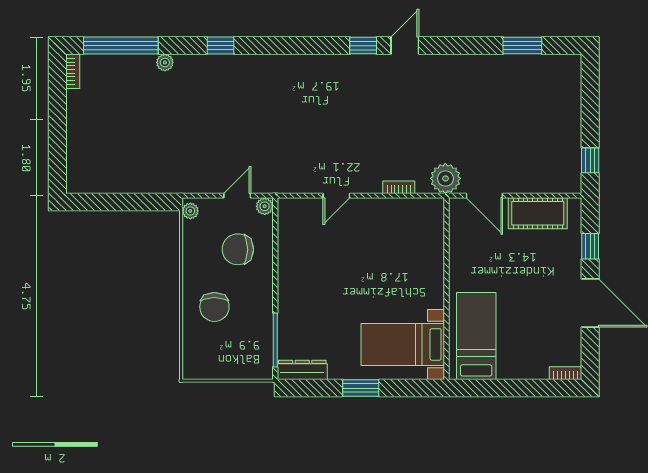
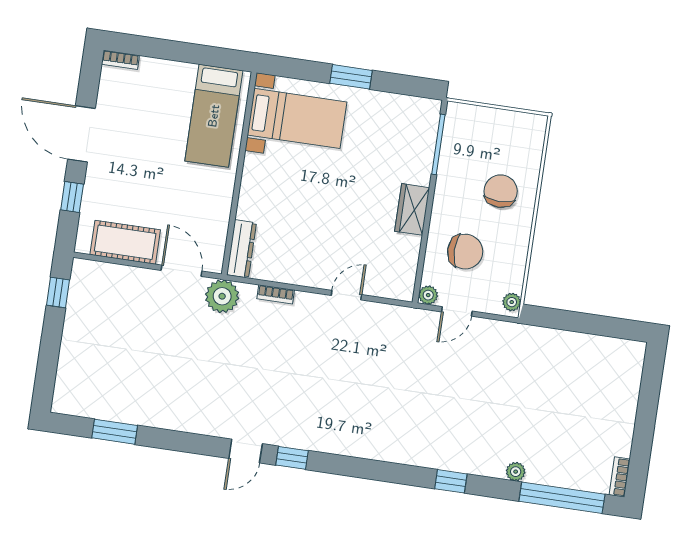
wardrobe: (290, 279) -> (412, 209), added
dresser: (302, 370) -> (242, 249), moved, turned -90

